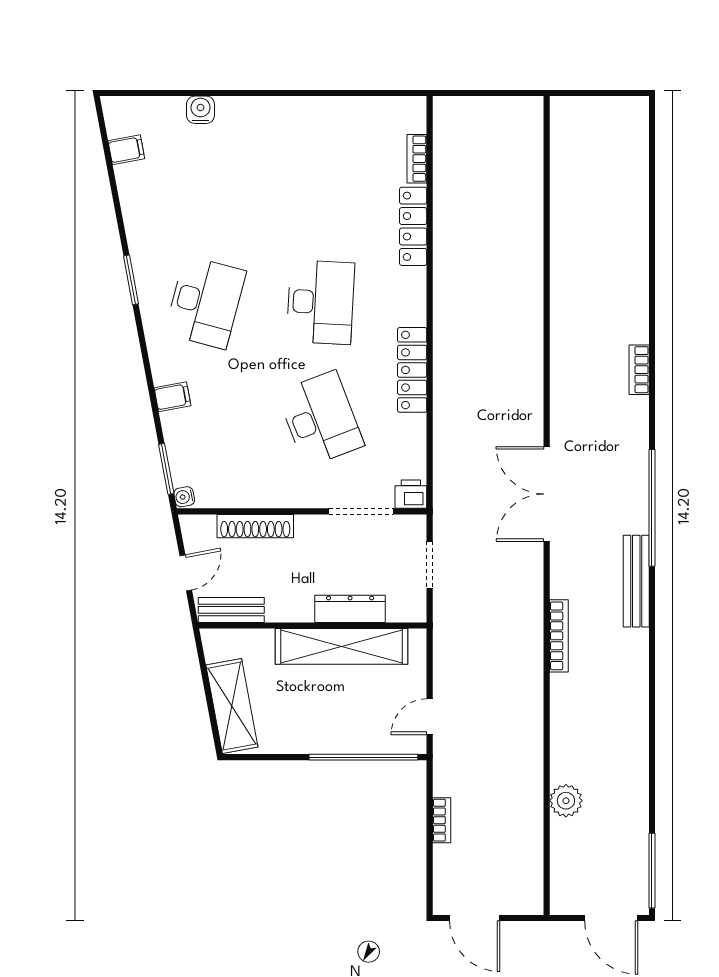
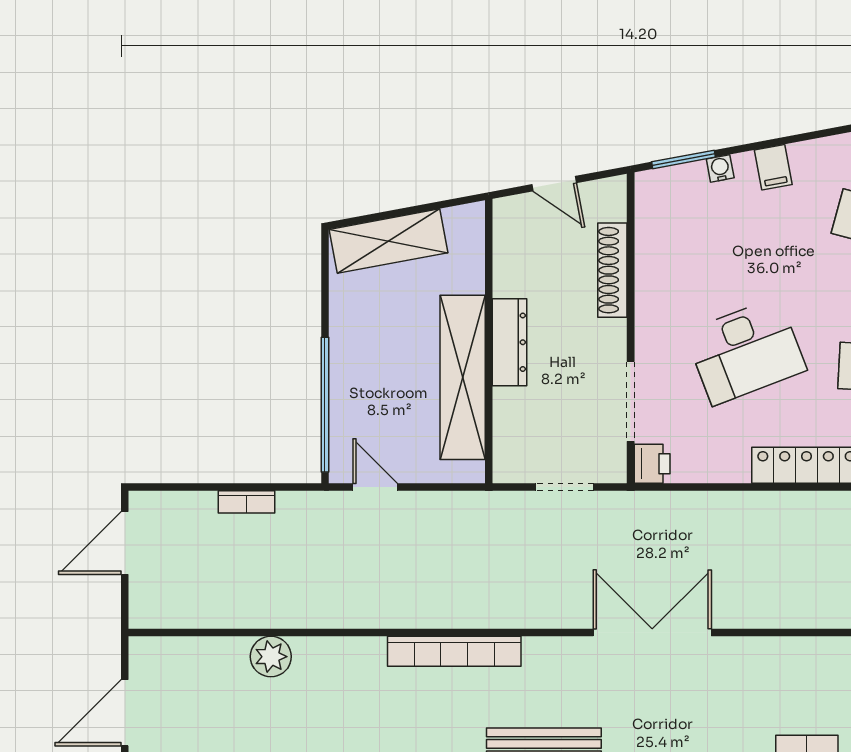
water cooler: (184, 497) -> (720, 168), moved
dresser: (350, 609) -> (509, 342), moved
bench: (231, 610) -> (508, 240), removed
bookcase: (559, 636) -> (454, 651), width x1.48, depth x1.31

